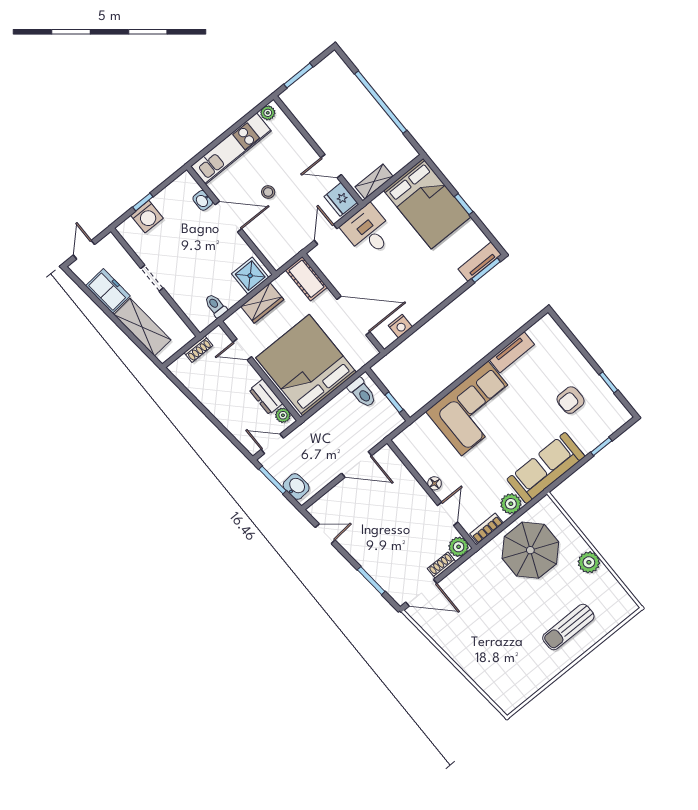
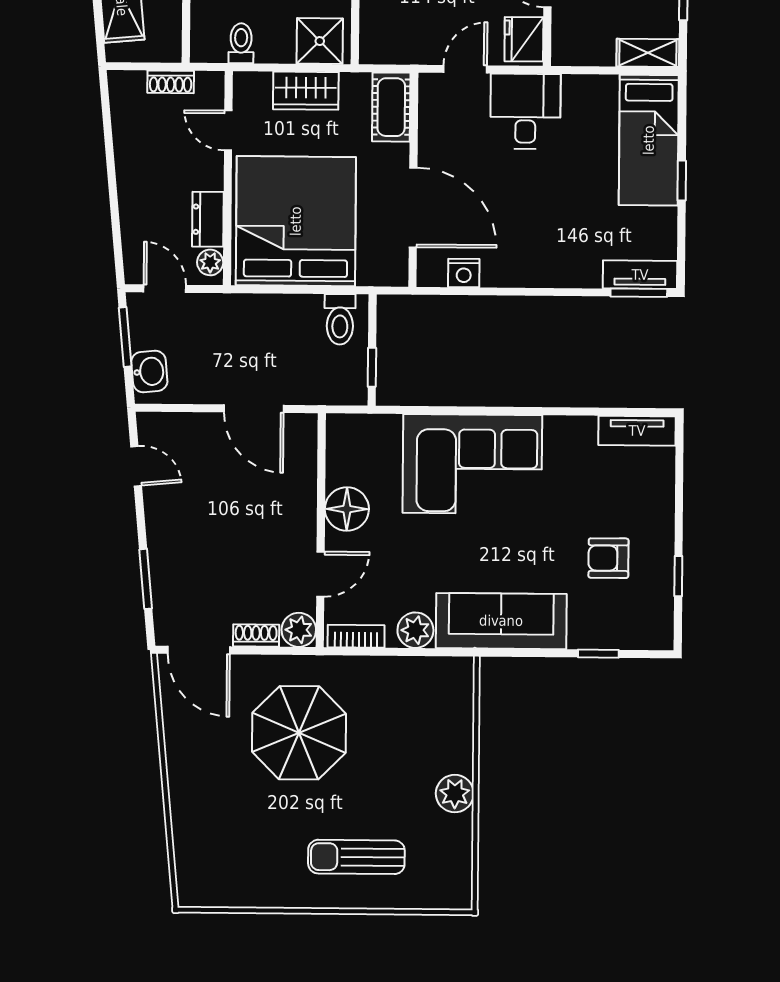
shelving: (374, 182) -> (648, 53), moved
bed: (427, 204) -> (649, 140), width x0.67
tv unit: (512, 352) -> (637, 431), moved
floor lamp: (434, 483) -> (347, 509), width x1.89, depth x1.89
parasol: (530, 550) -> (299, 733), moved

